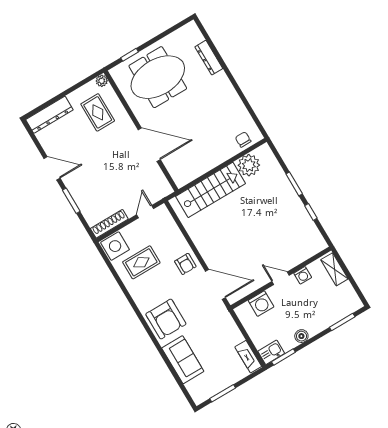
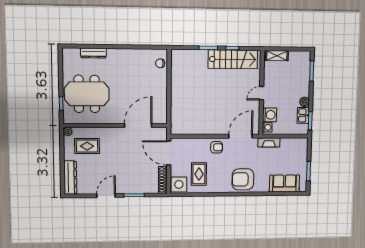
meeting table: (158, 77) -> (87, 94), turned 90
door: (149, 145) -> (138, 125), moved
plant: (249, 165) -> (179, 70), removed
stairs: (211, 190) -> (233, 59), moved, turned 90
door: (145, 212) -> (169, 153), width x1.87
washing machine: (303, 275) -> (267, 127), moved
armchair: (166, 319) -> (243, 179), turned 180
kitchen sink: (271, 352) -> (303, 115), moved
fireplace: (248, 357) -> (269, 142), moved
sofa: (183, 360) -> (284, 183), moved

